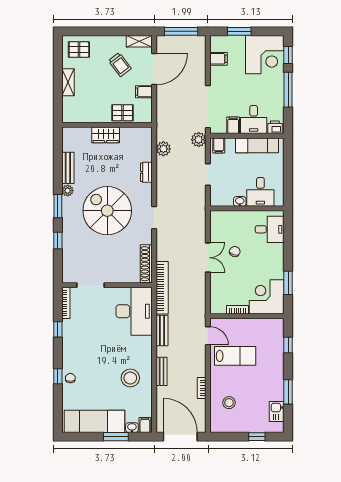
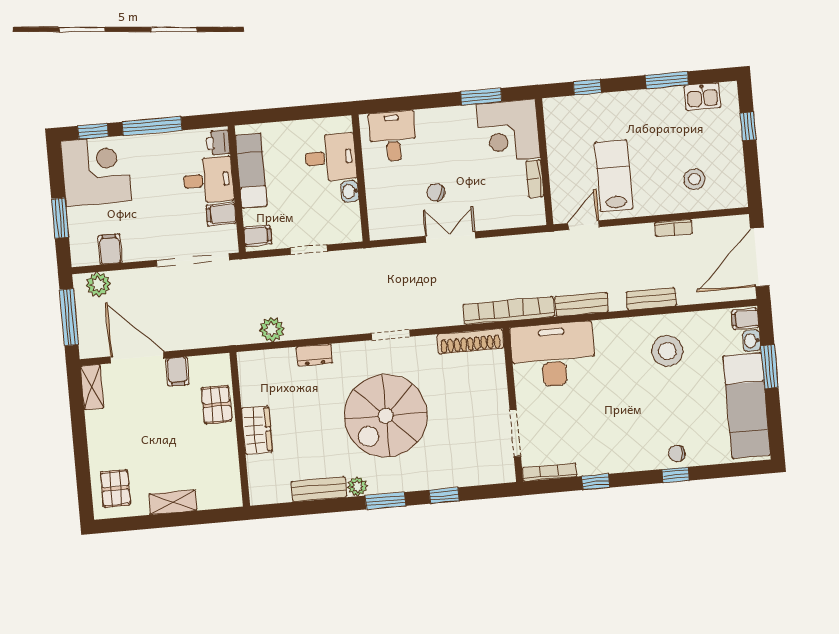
trolley: (120, 65) -> (135, 417), removed
plant: (199, 140) -> (98, 284), moved

